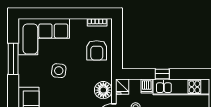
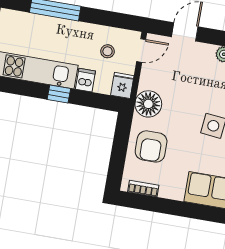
armchair: (97, 50) -> (151, 146), turned 180
floor lamp: (103, 90) -> (148, 104), moved

